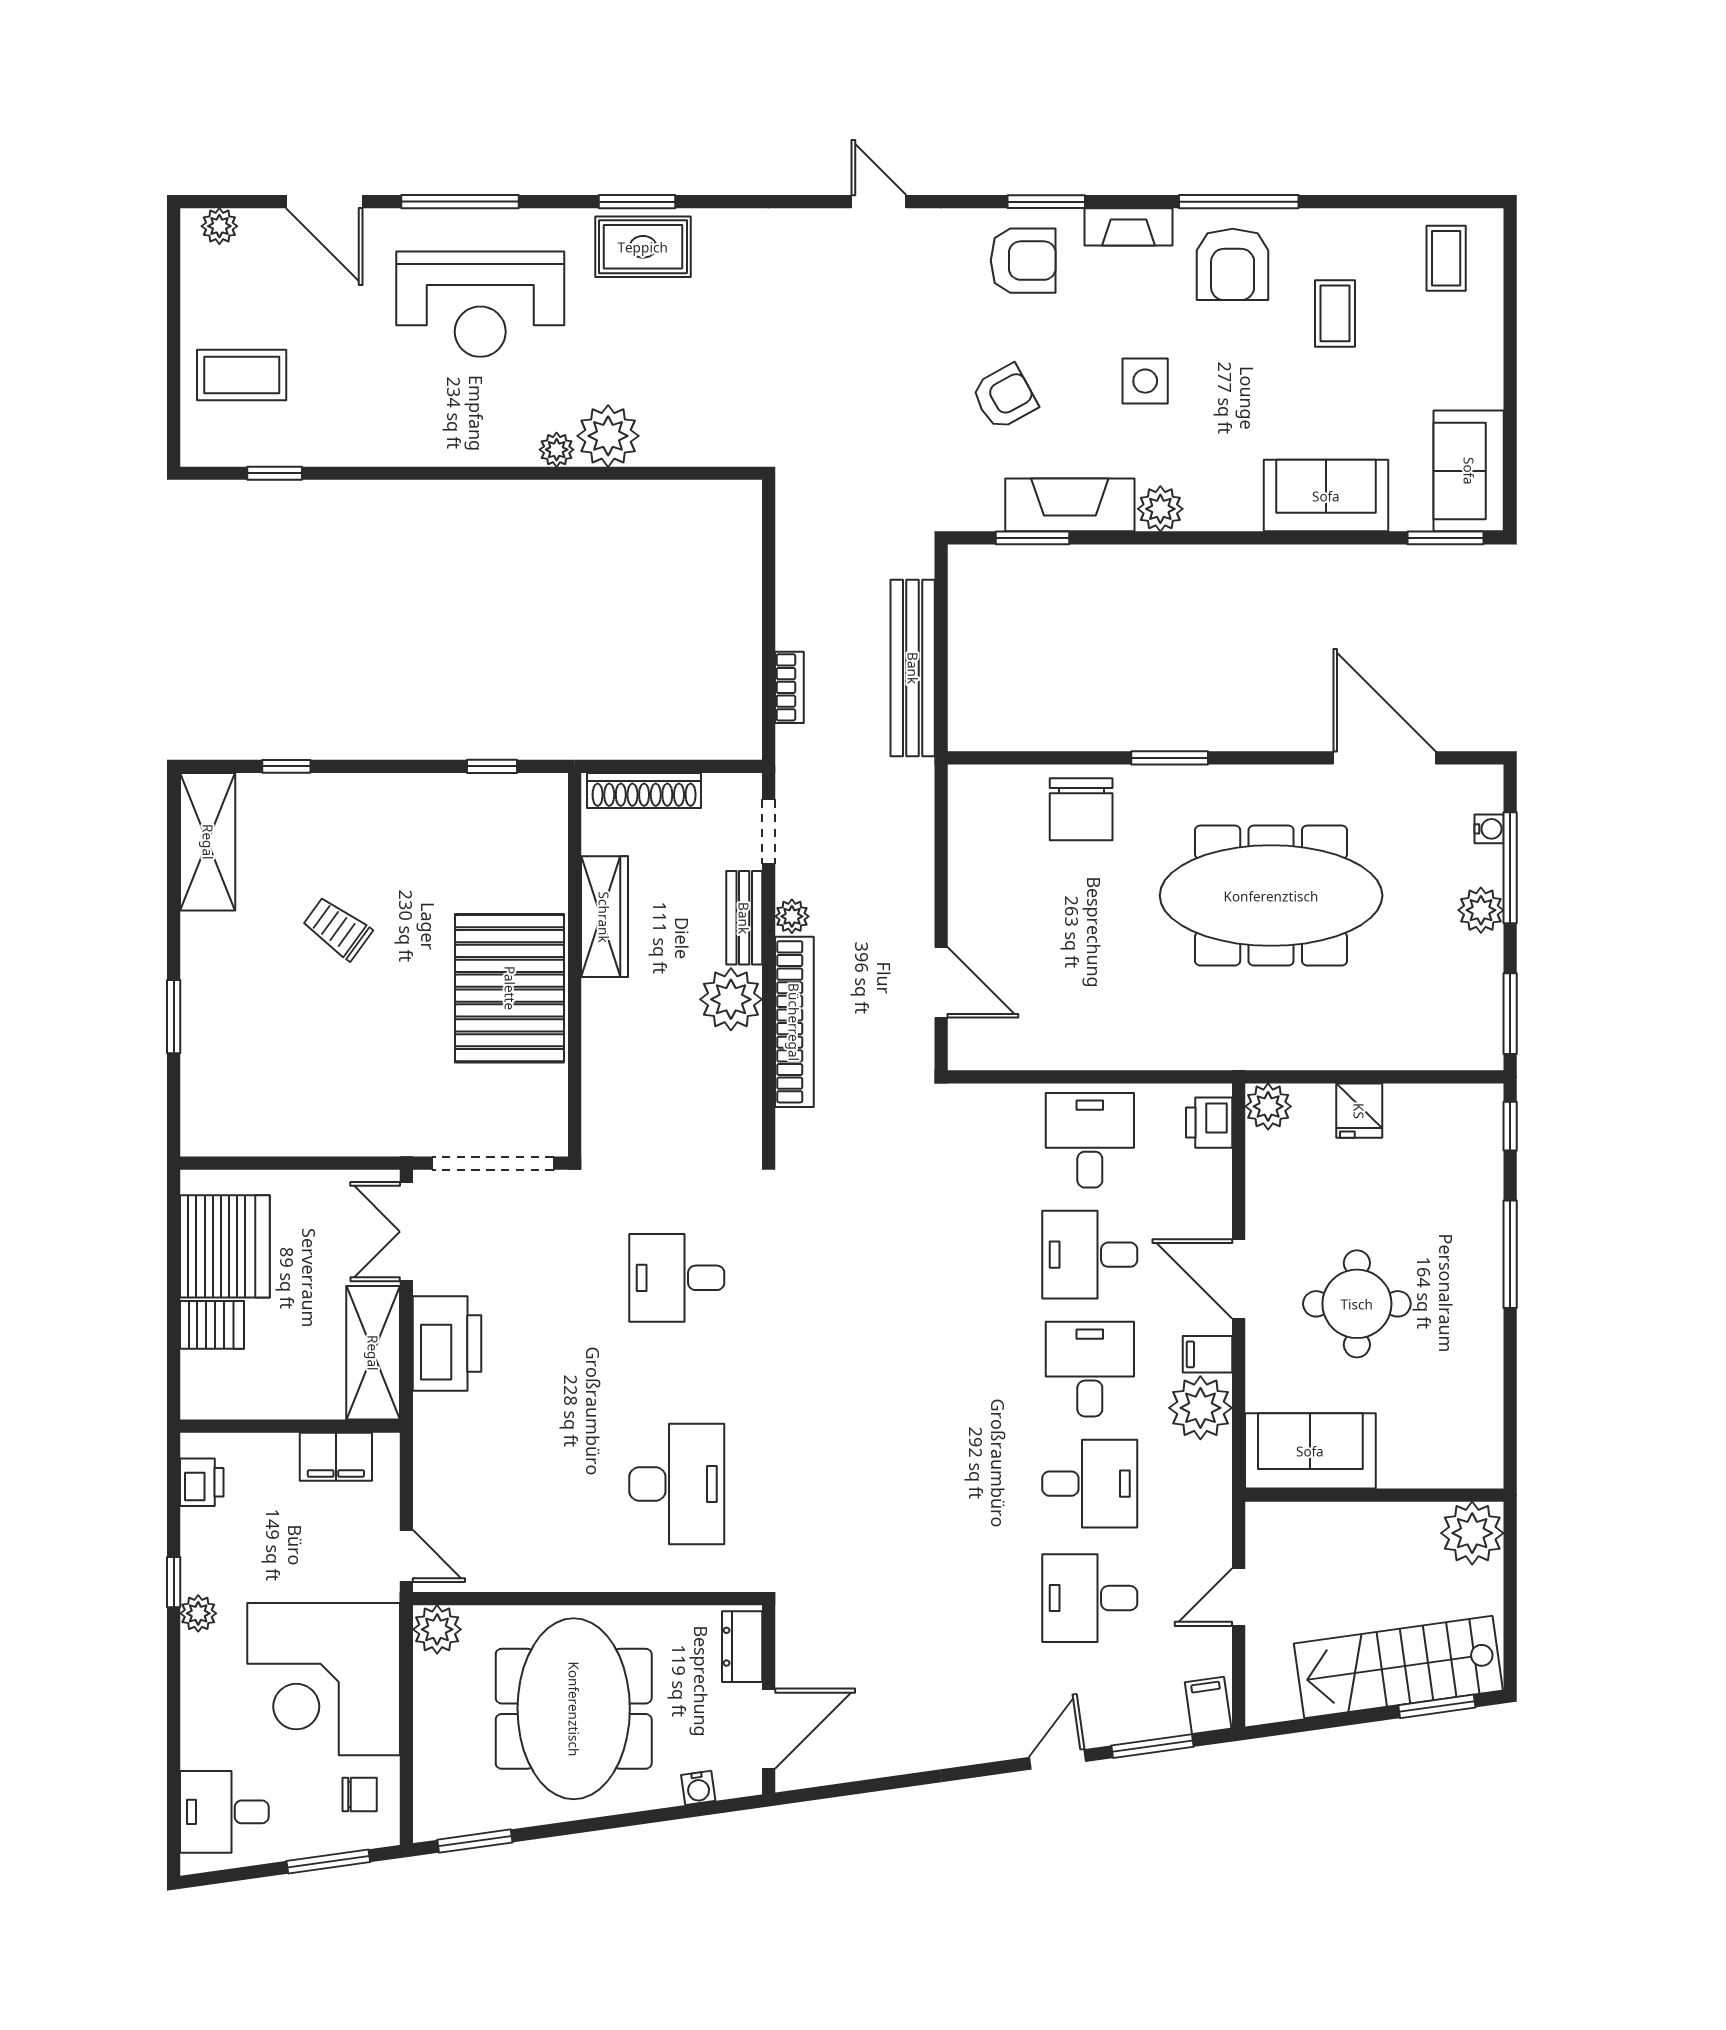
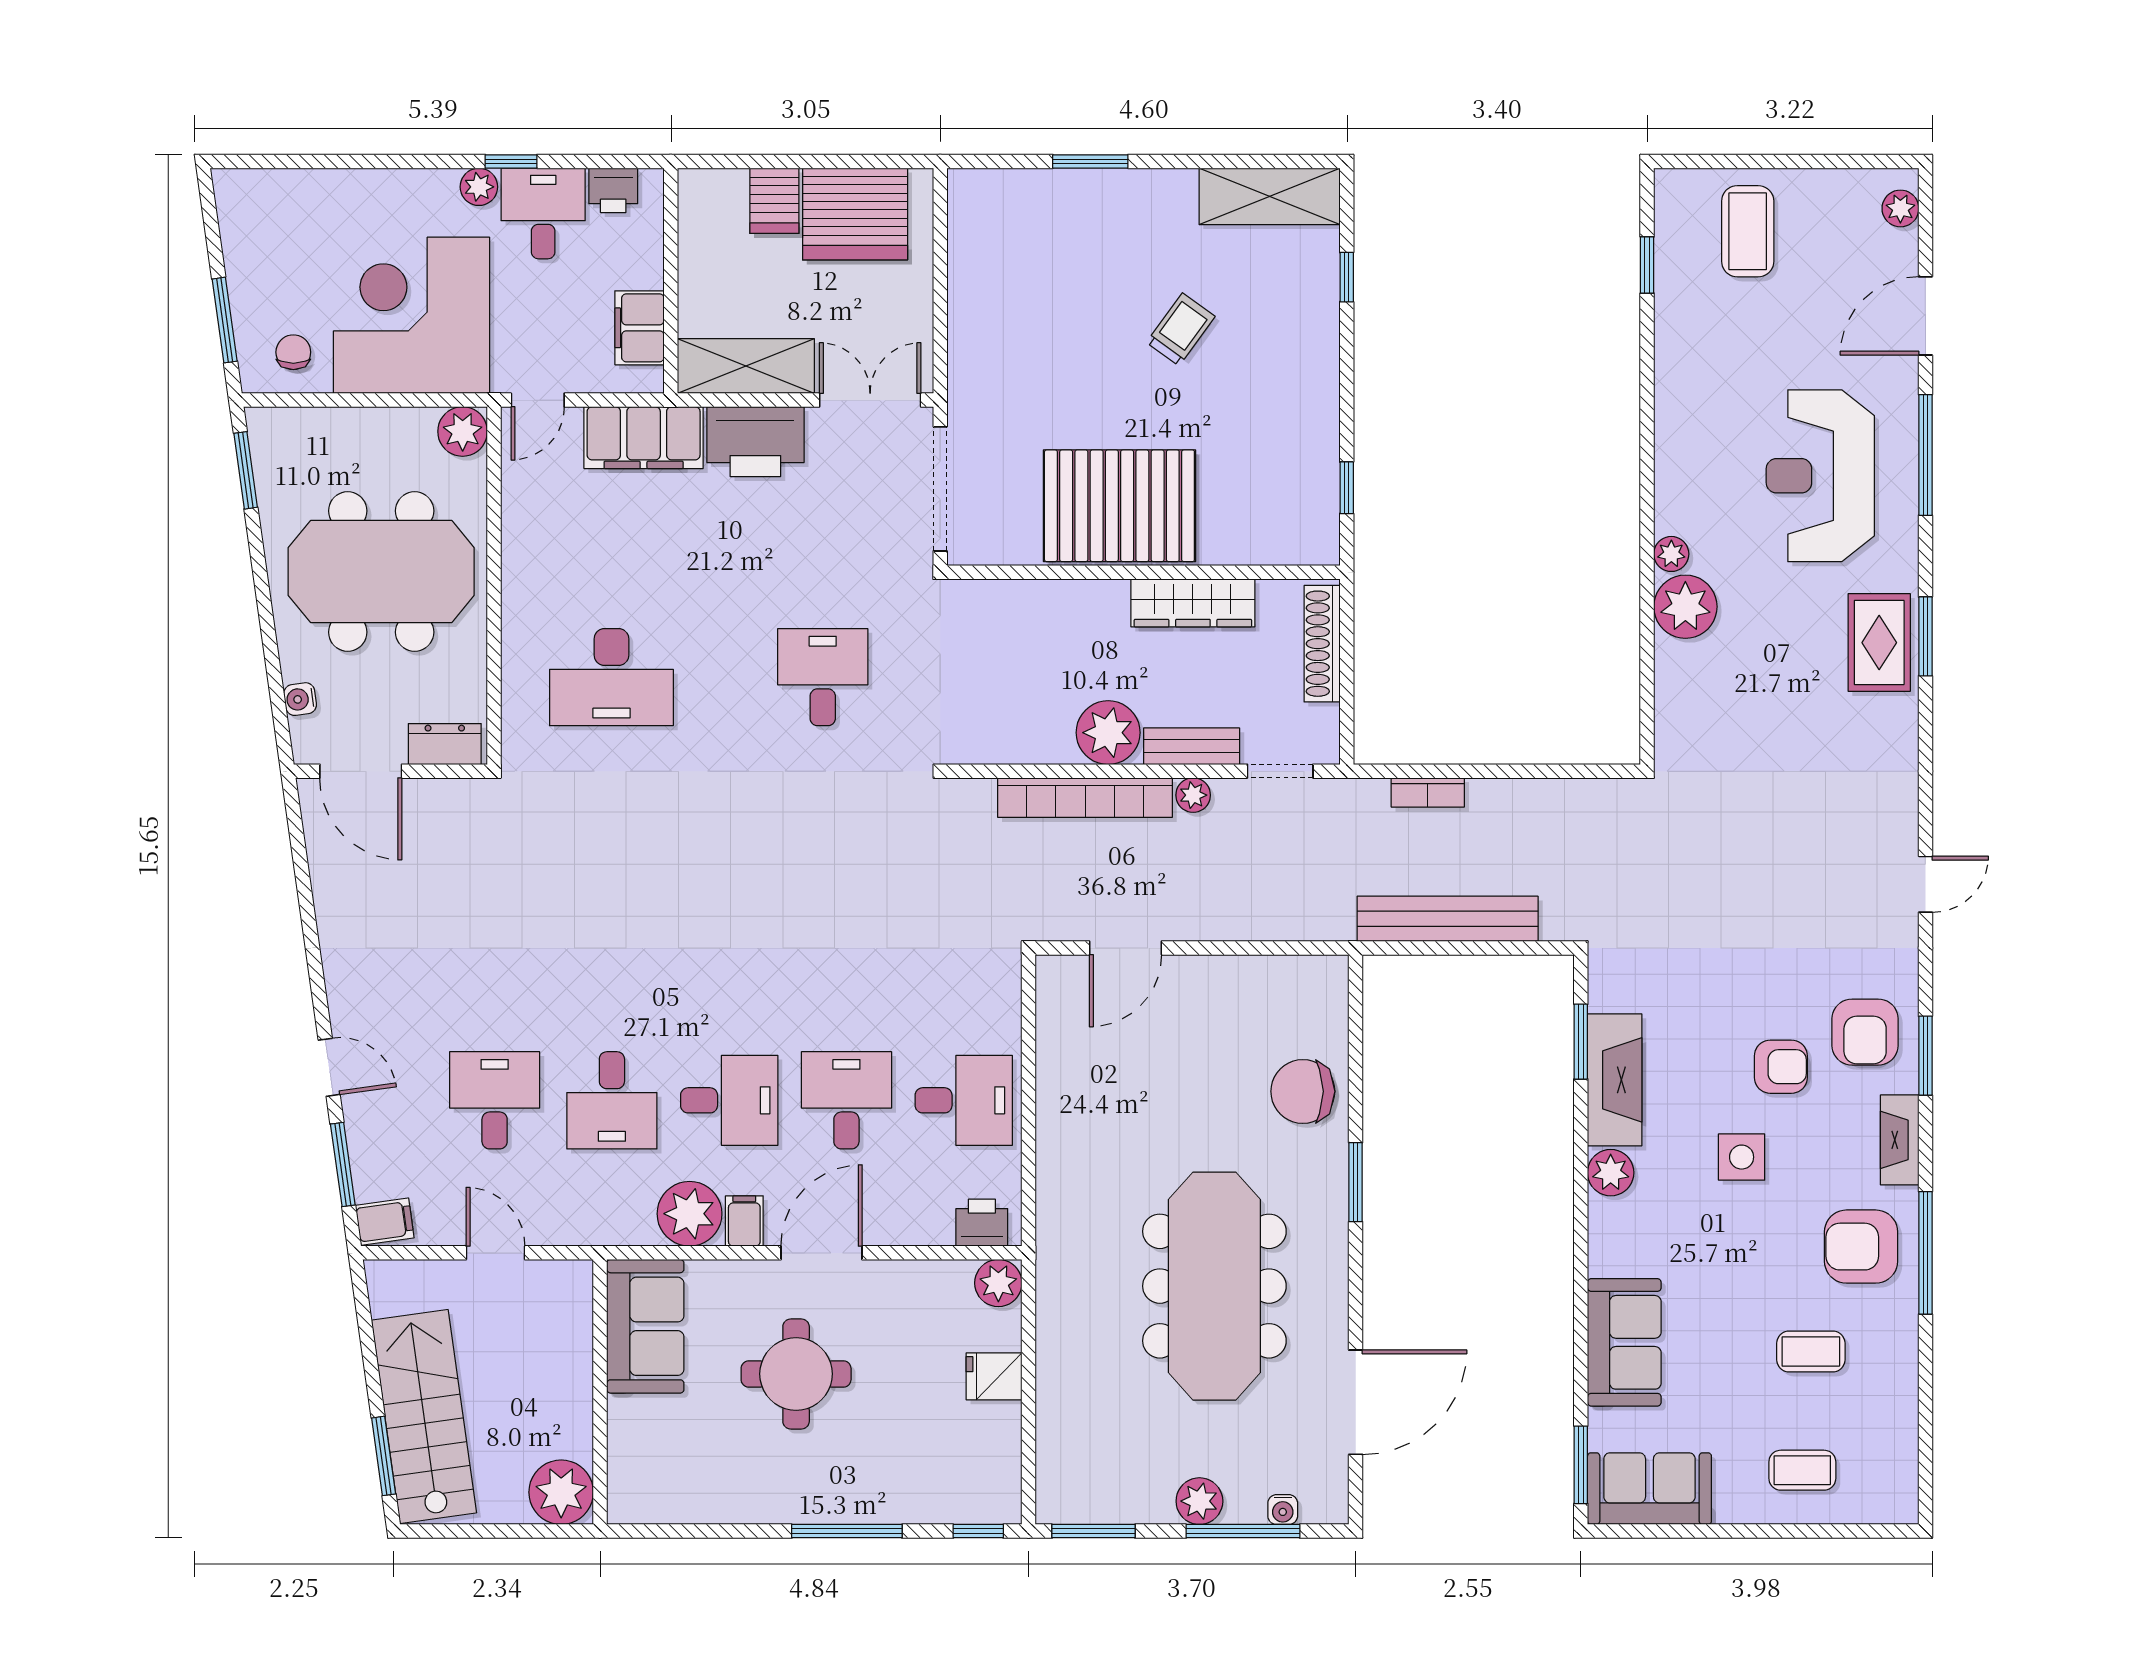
coffee table: (1446, 258) -> (1802, 1470), moved
armchair: (1004, 397) -> (1781, 1067), moved, turned -61
filing cabinet: (443, 1453) -> (644, 438), added
chair: (360, 1794) -> (293, 352), turned 180
desk: (224, 1812) -> (543, 213), moved

